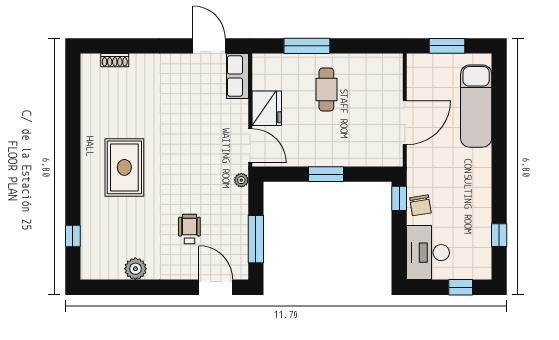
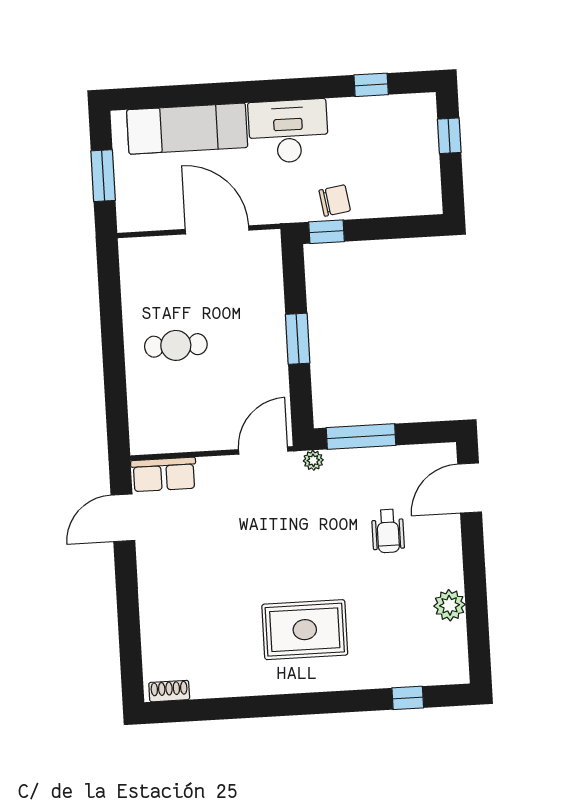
window: (307, 46) -> (115, 377), removed
shoe rack: (115, 60) -> (169, 691), moved, turned -90
fridge: (267, 108) -> (208, 430), removed
wheelchair: (189, 229) -> (388, 531), turned -90
window: (256, 239) -> (361, 437), moved
desk: (428, 253) -> (288, 131), moved, turned 180

